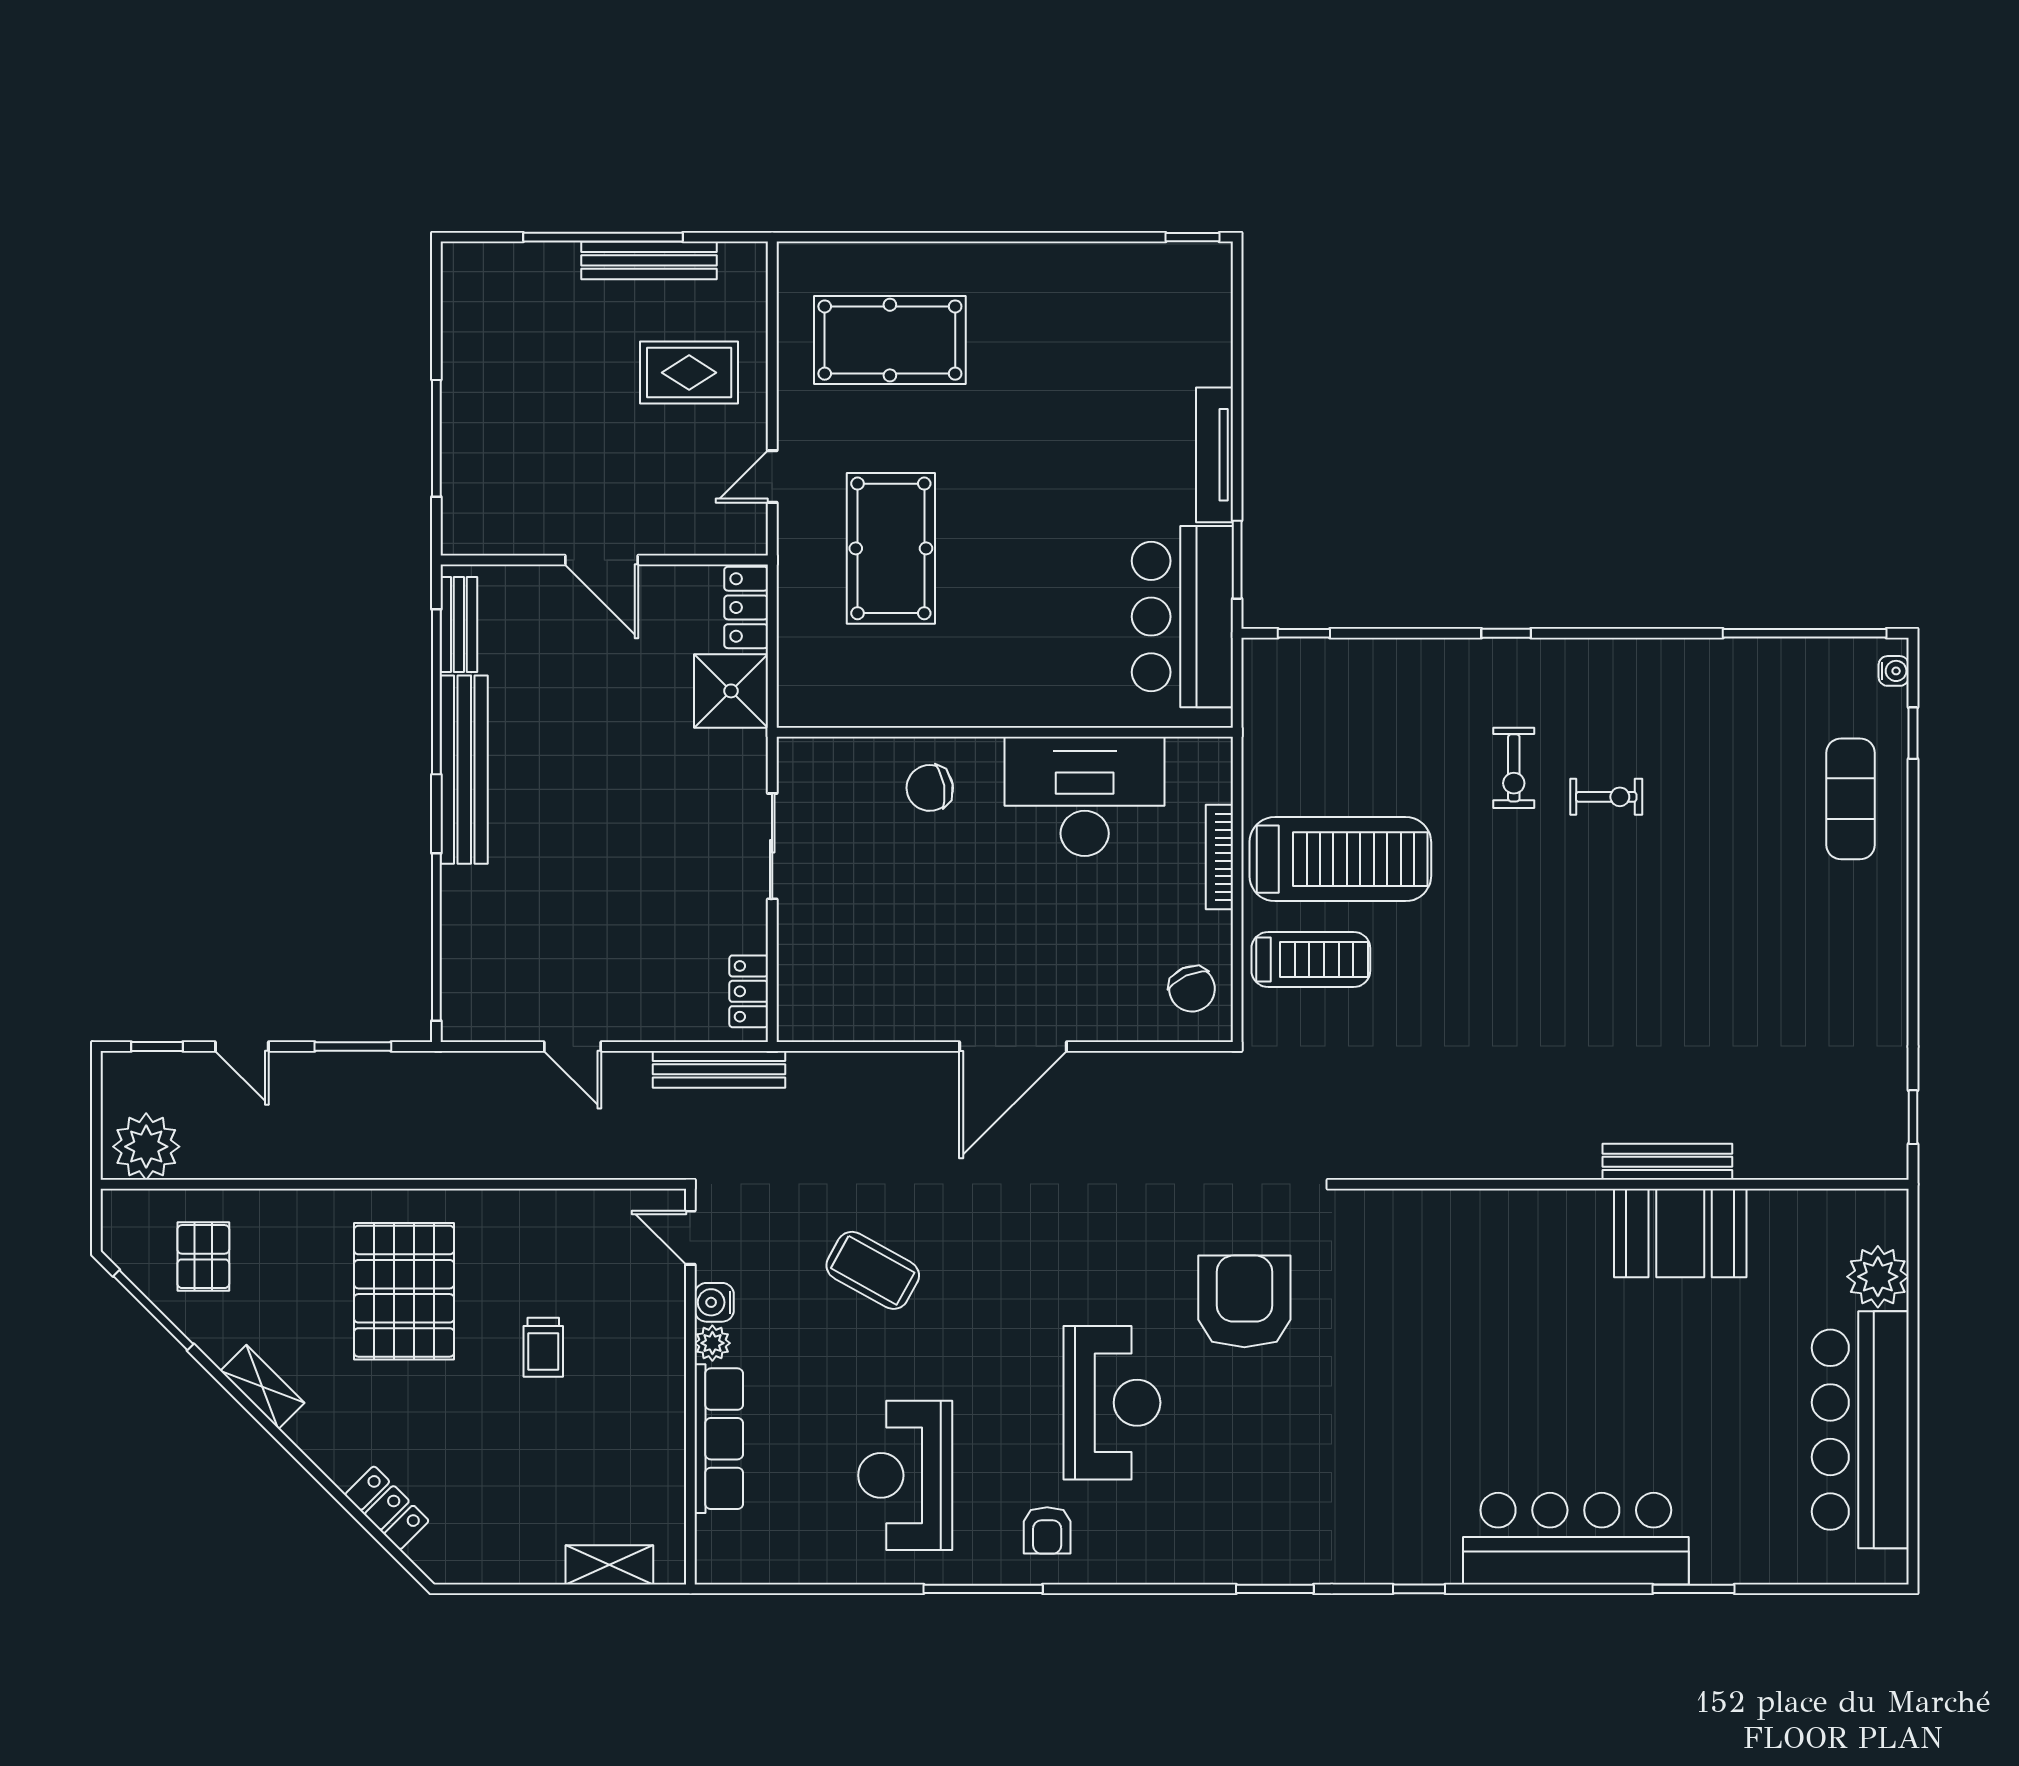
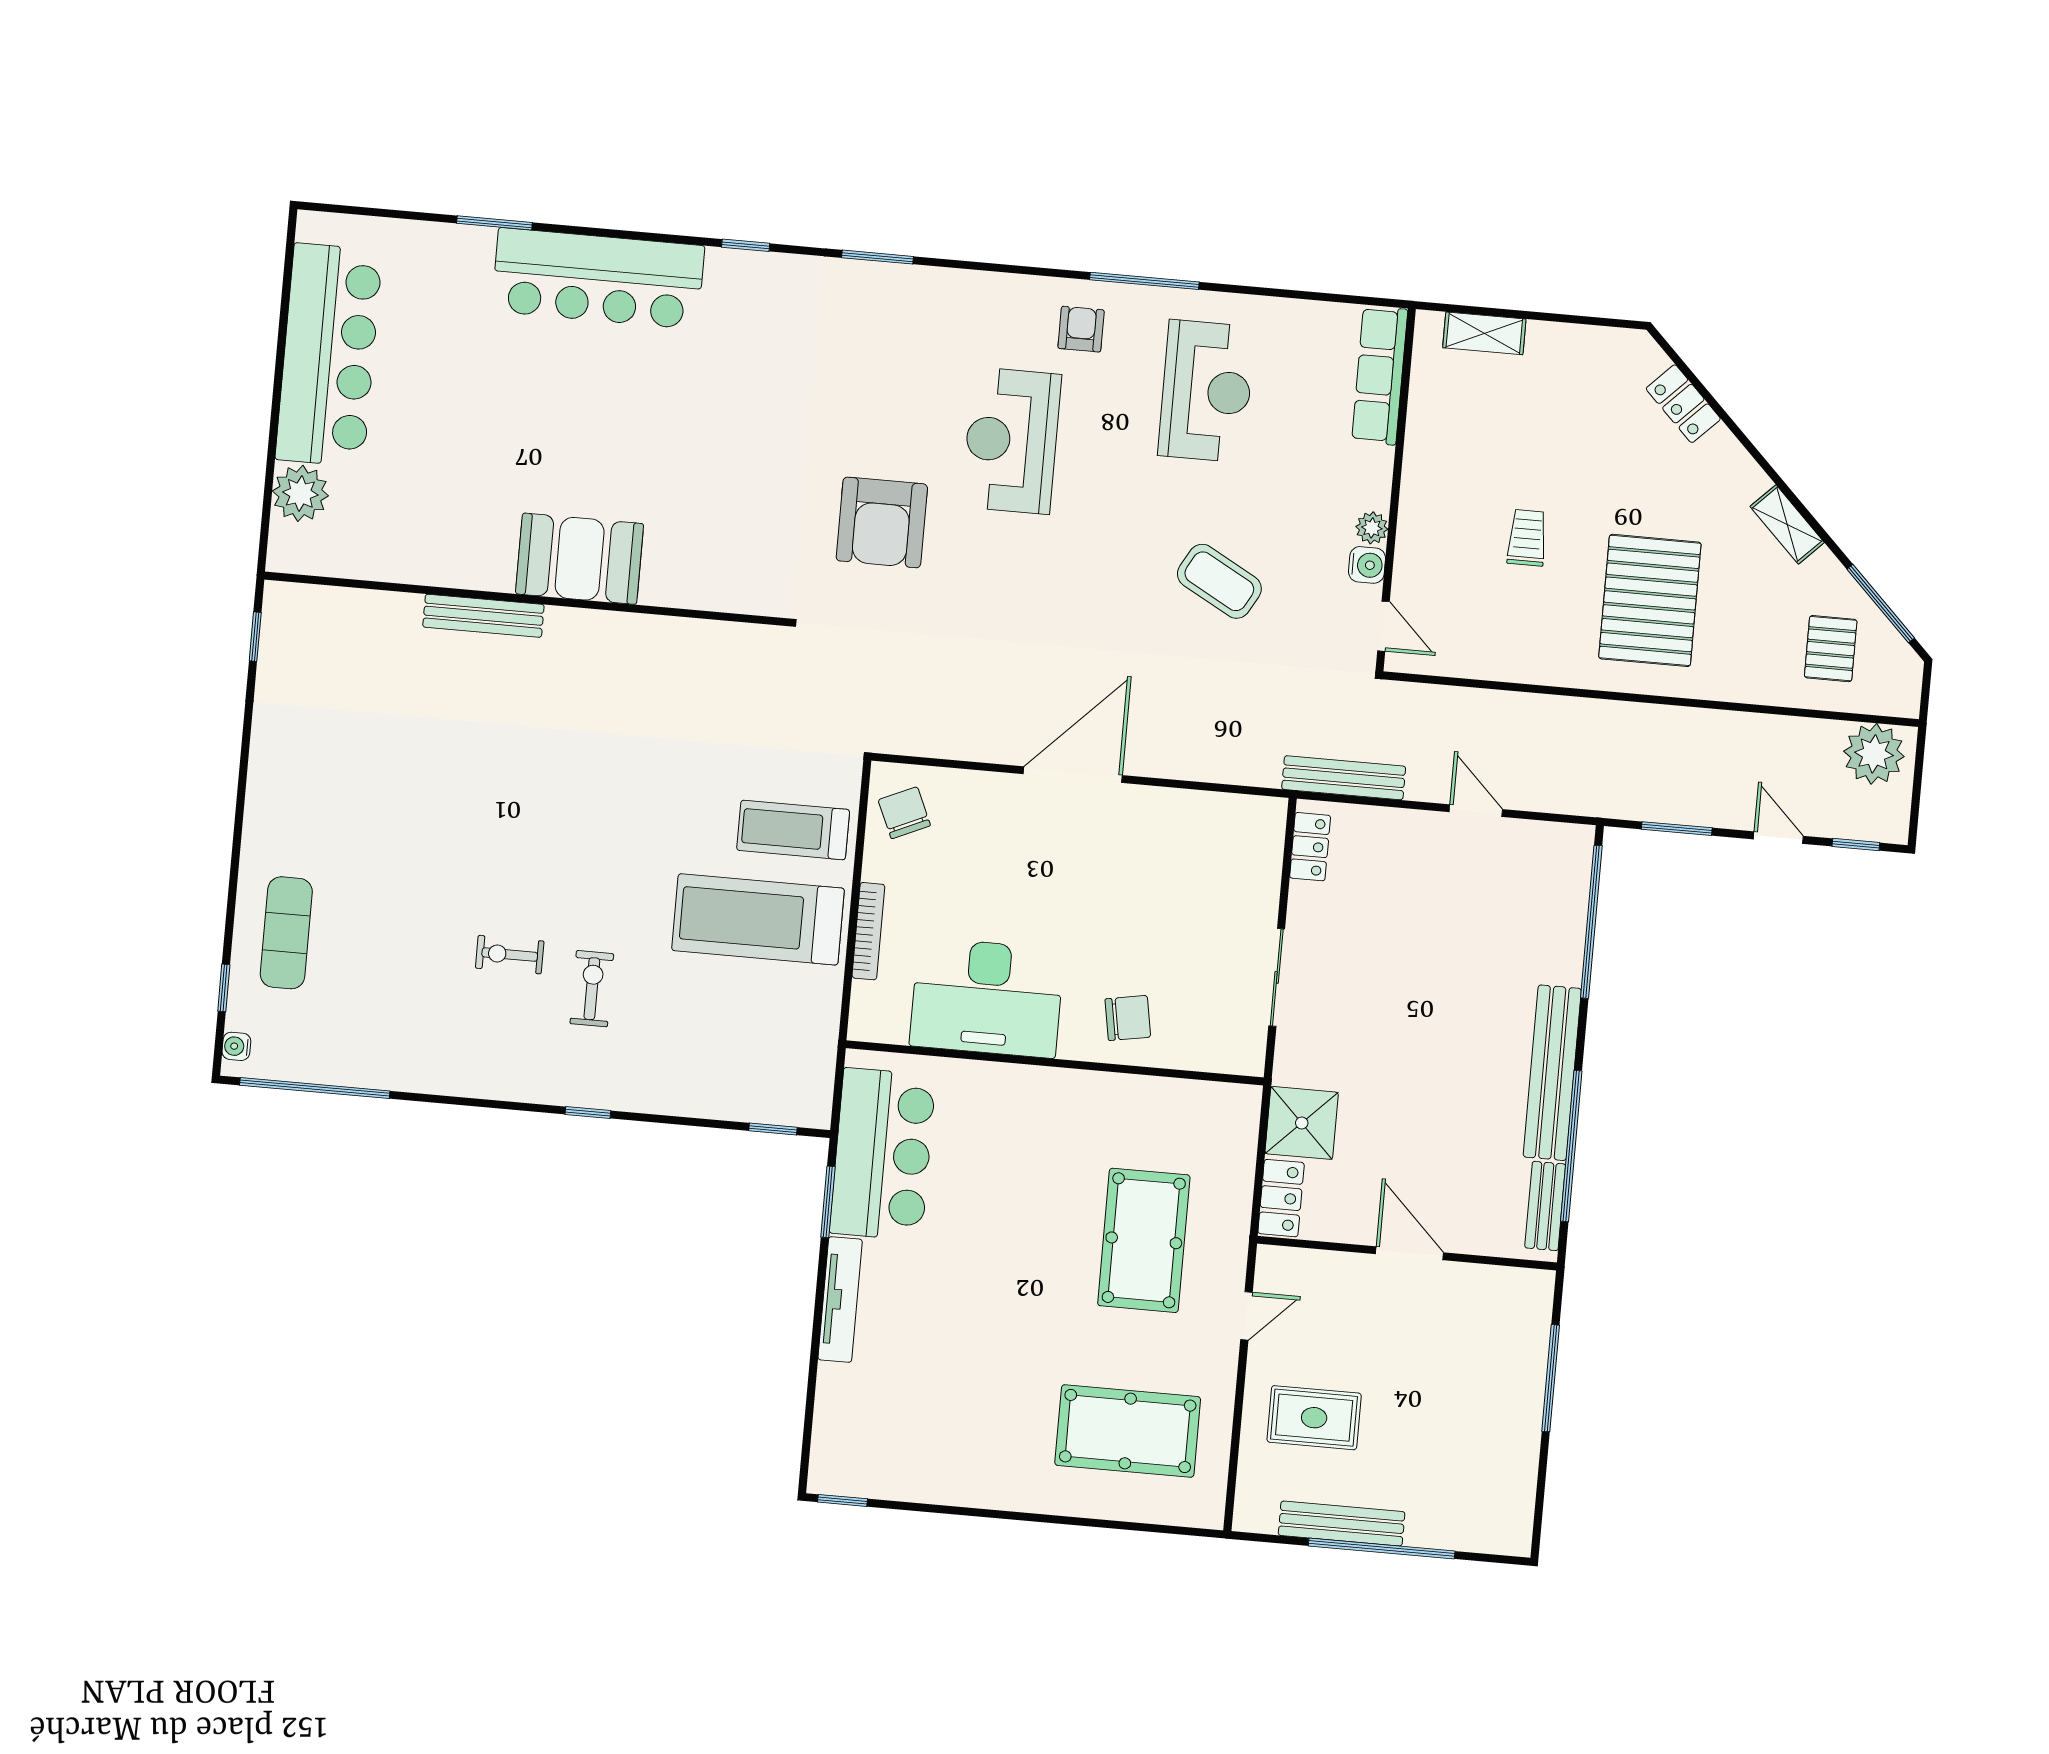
booth: (1680, 1233) -> (580, 559), moved
row of seats: (719, 1439) -> (1380, 375), moved

